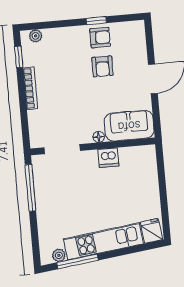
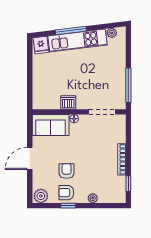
plant: (134, 30) -> (41, 196), added
plant: (36, 36) -> (93, 198), moved
window: (77, 261) -> (71, 30), moved

